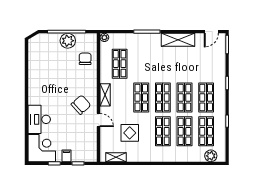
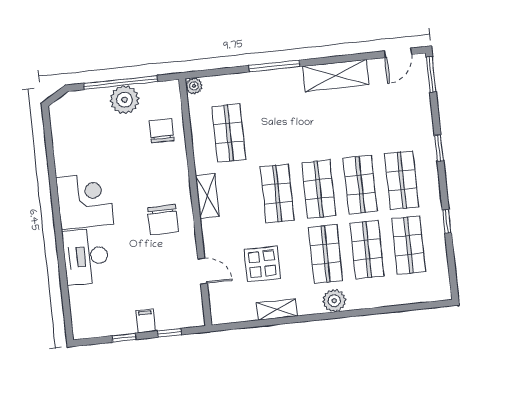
chair: (81, 105) -> (163, 220), turned 132
door: (99, 120) -> (203, 271), moved
corner desk: (42, 148) -> (85, 201), moved
plant: (211, 156) -> (334, 301), moved
shelving: (116, 157) -> (277, 310), moved

